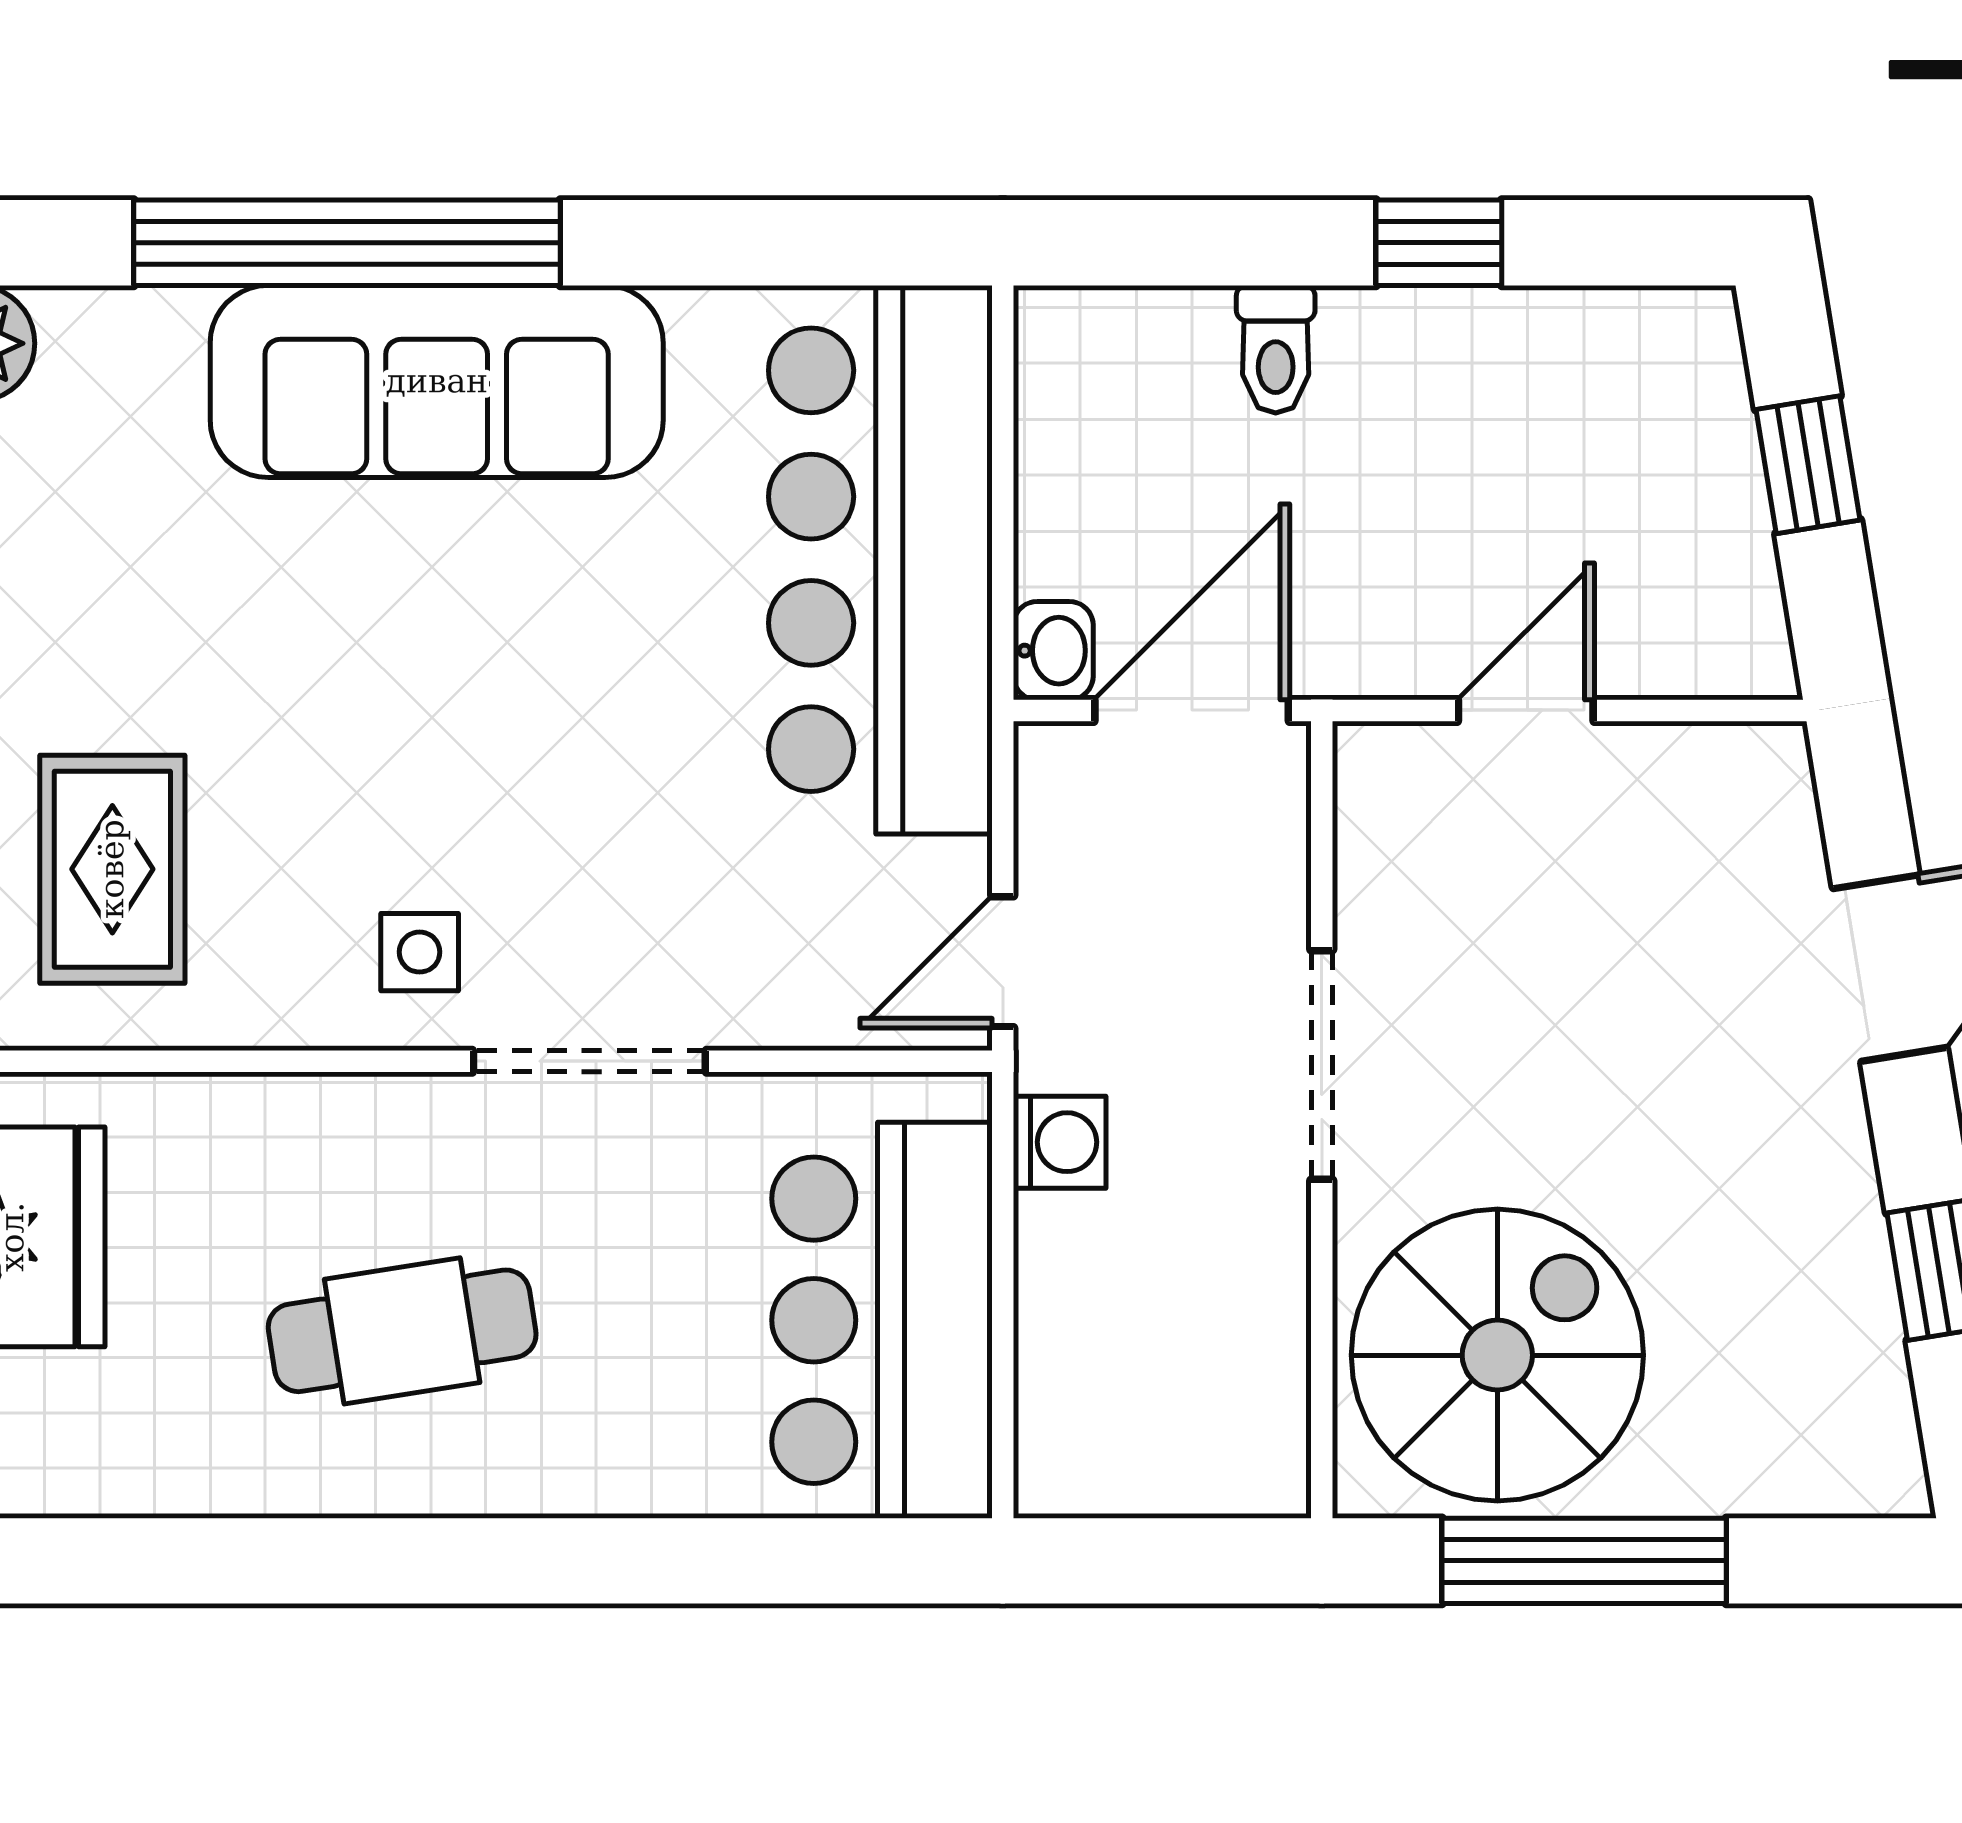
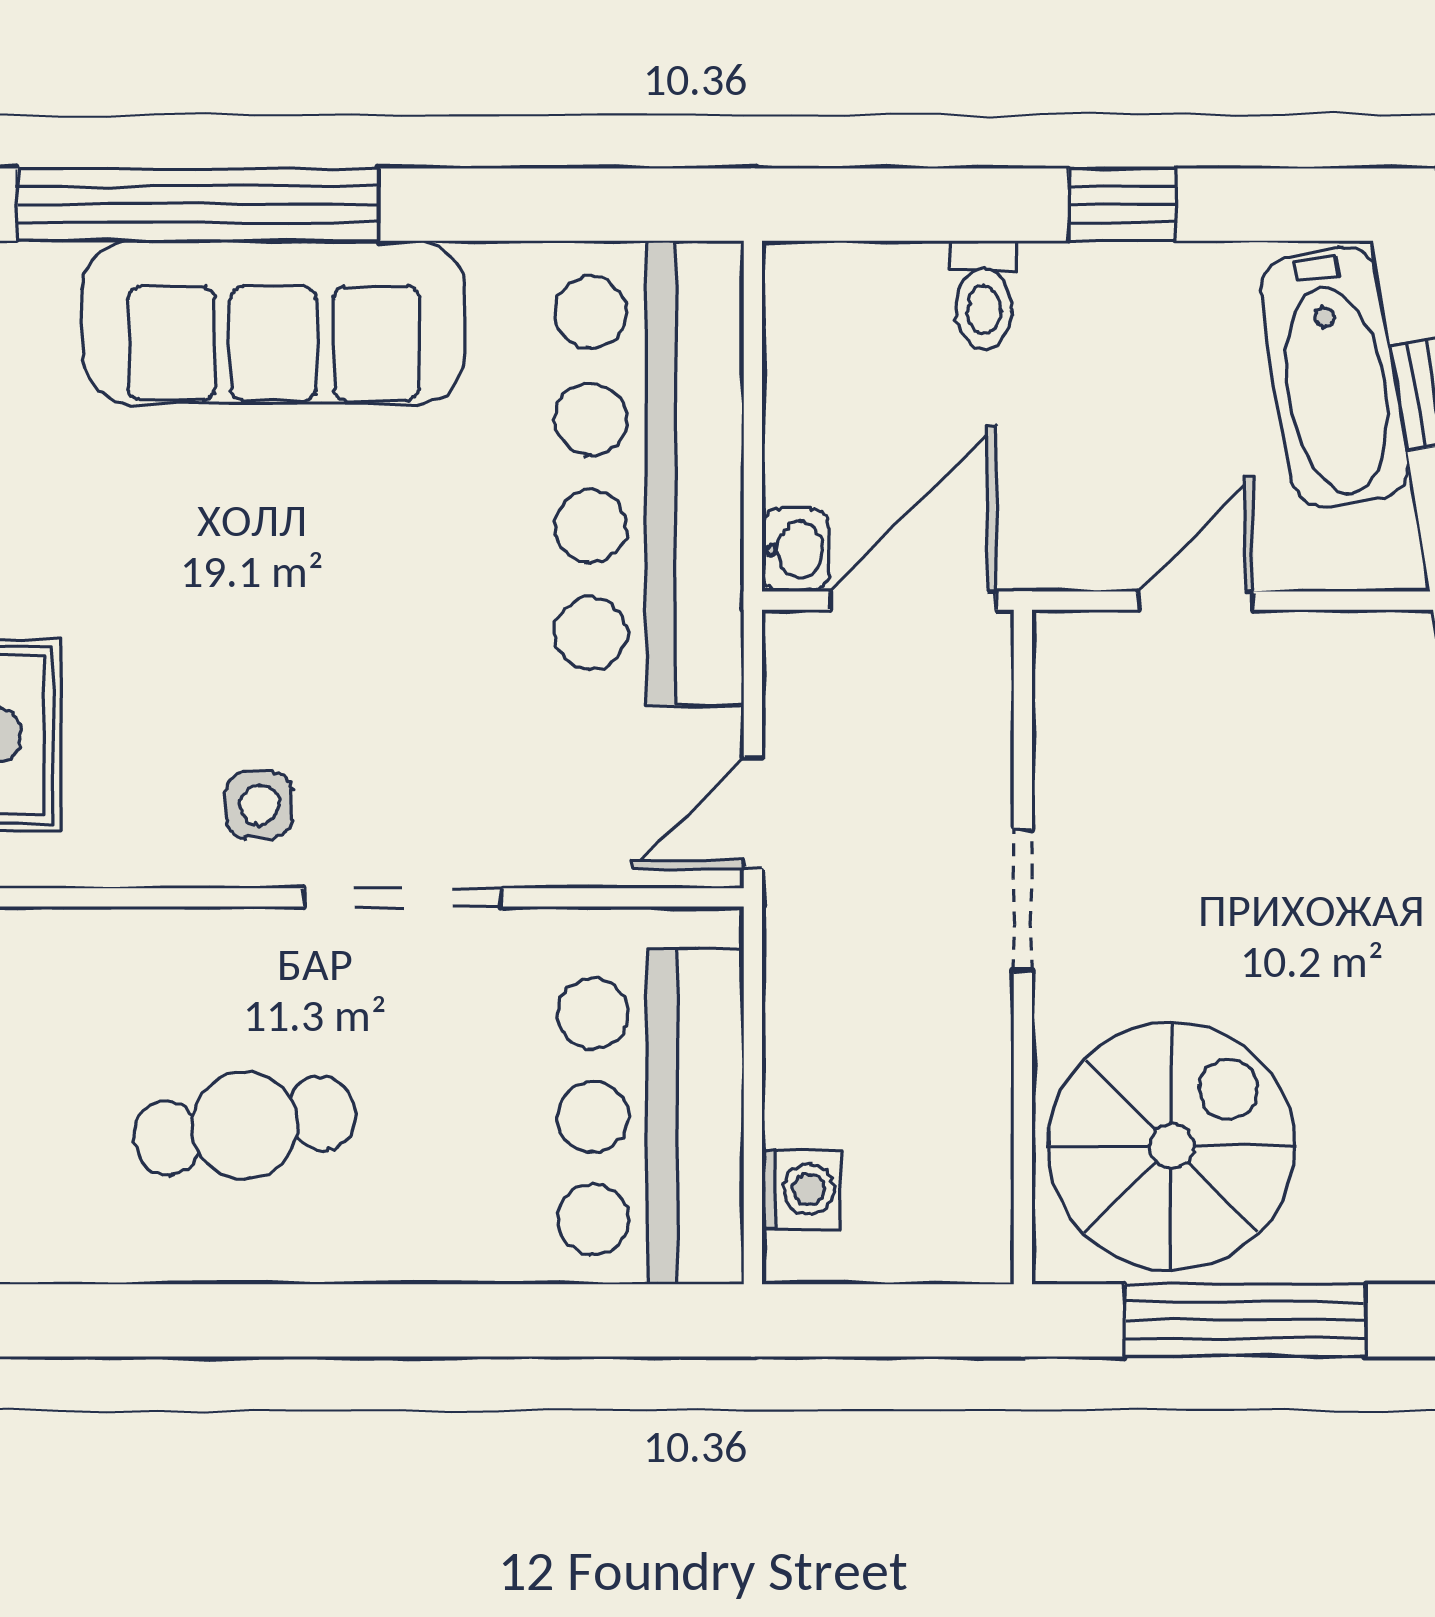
bathtub: (1690, 447) -> (1335, 377), added
doorway: (1322, 1065) -> (1023, 900), width x0.73
washing machine: (1060, 1142) -> (801, 1189), moved

